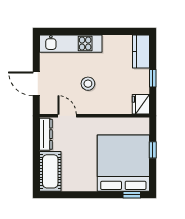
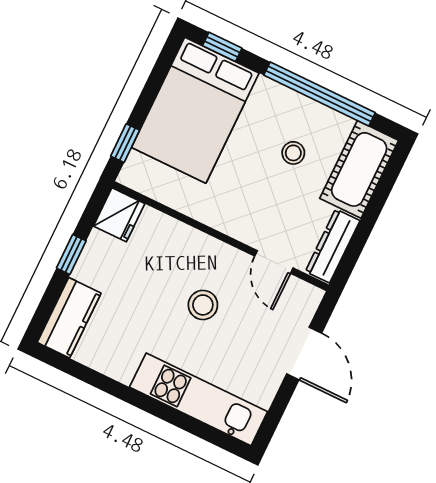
window: (153, 150) -> (125, 143), moved
bed: (123, 163) -> (195, 110), width x0.73
stool: (81, 165) -> (293, 153), added
window: (82, 195) -> (320, 94), added

